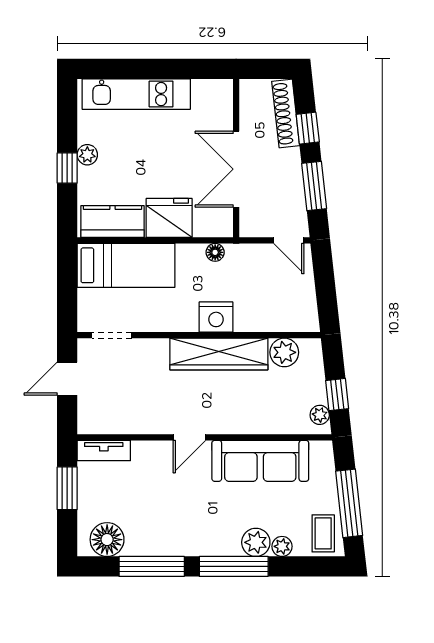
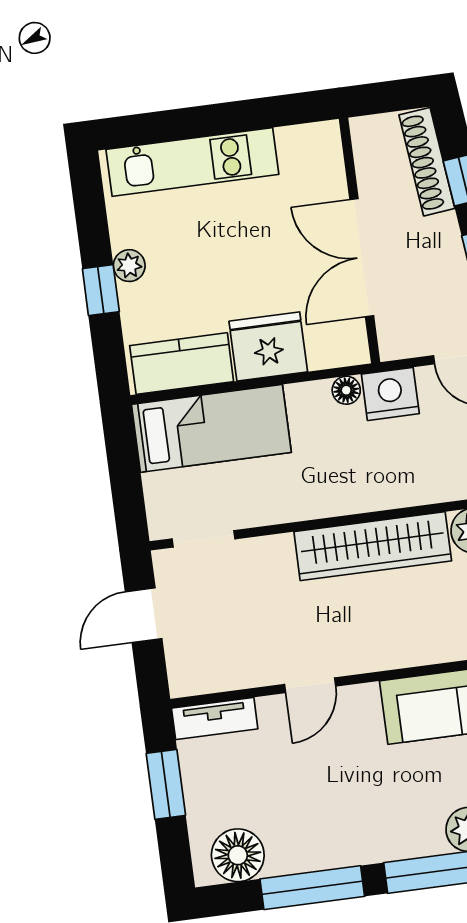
nightstand: (216, 317) -> (390, 394), moved, turned 180
door: (189, 437) -> (310, 685), moved

